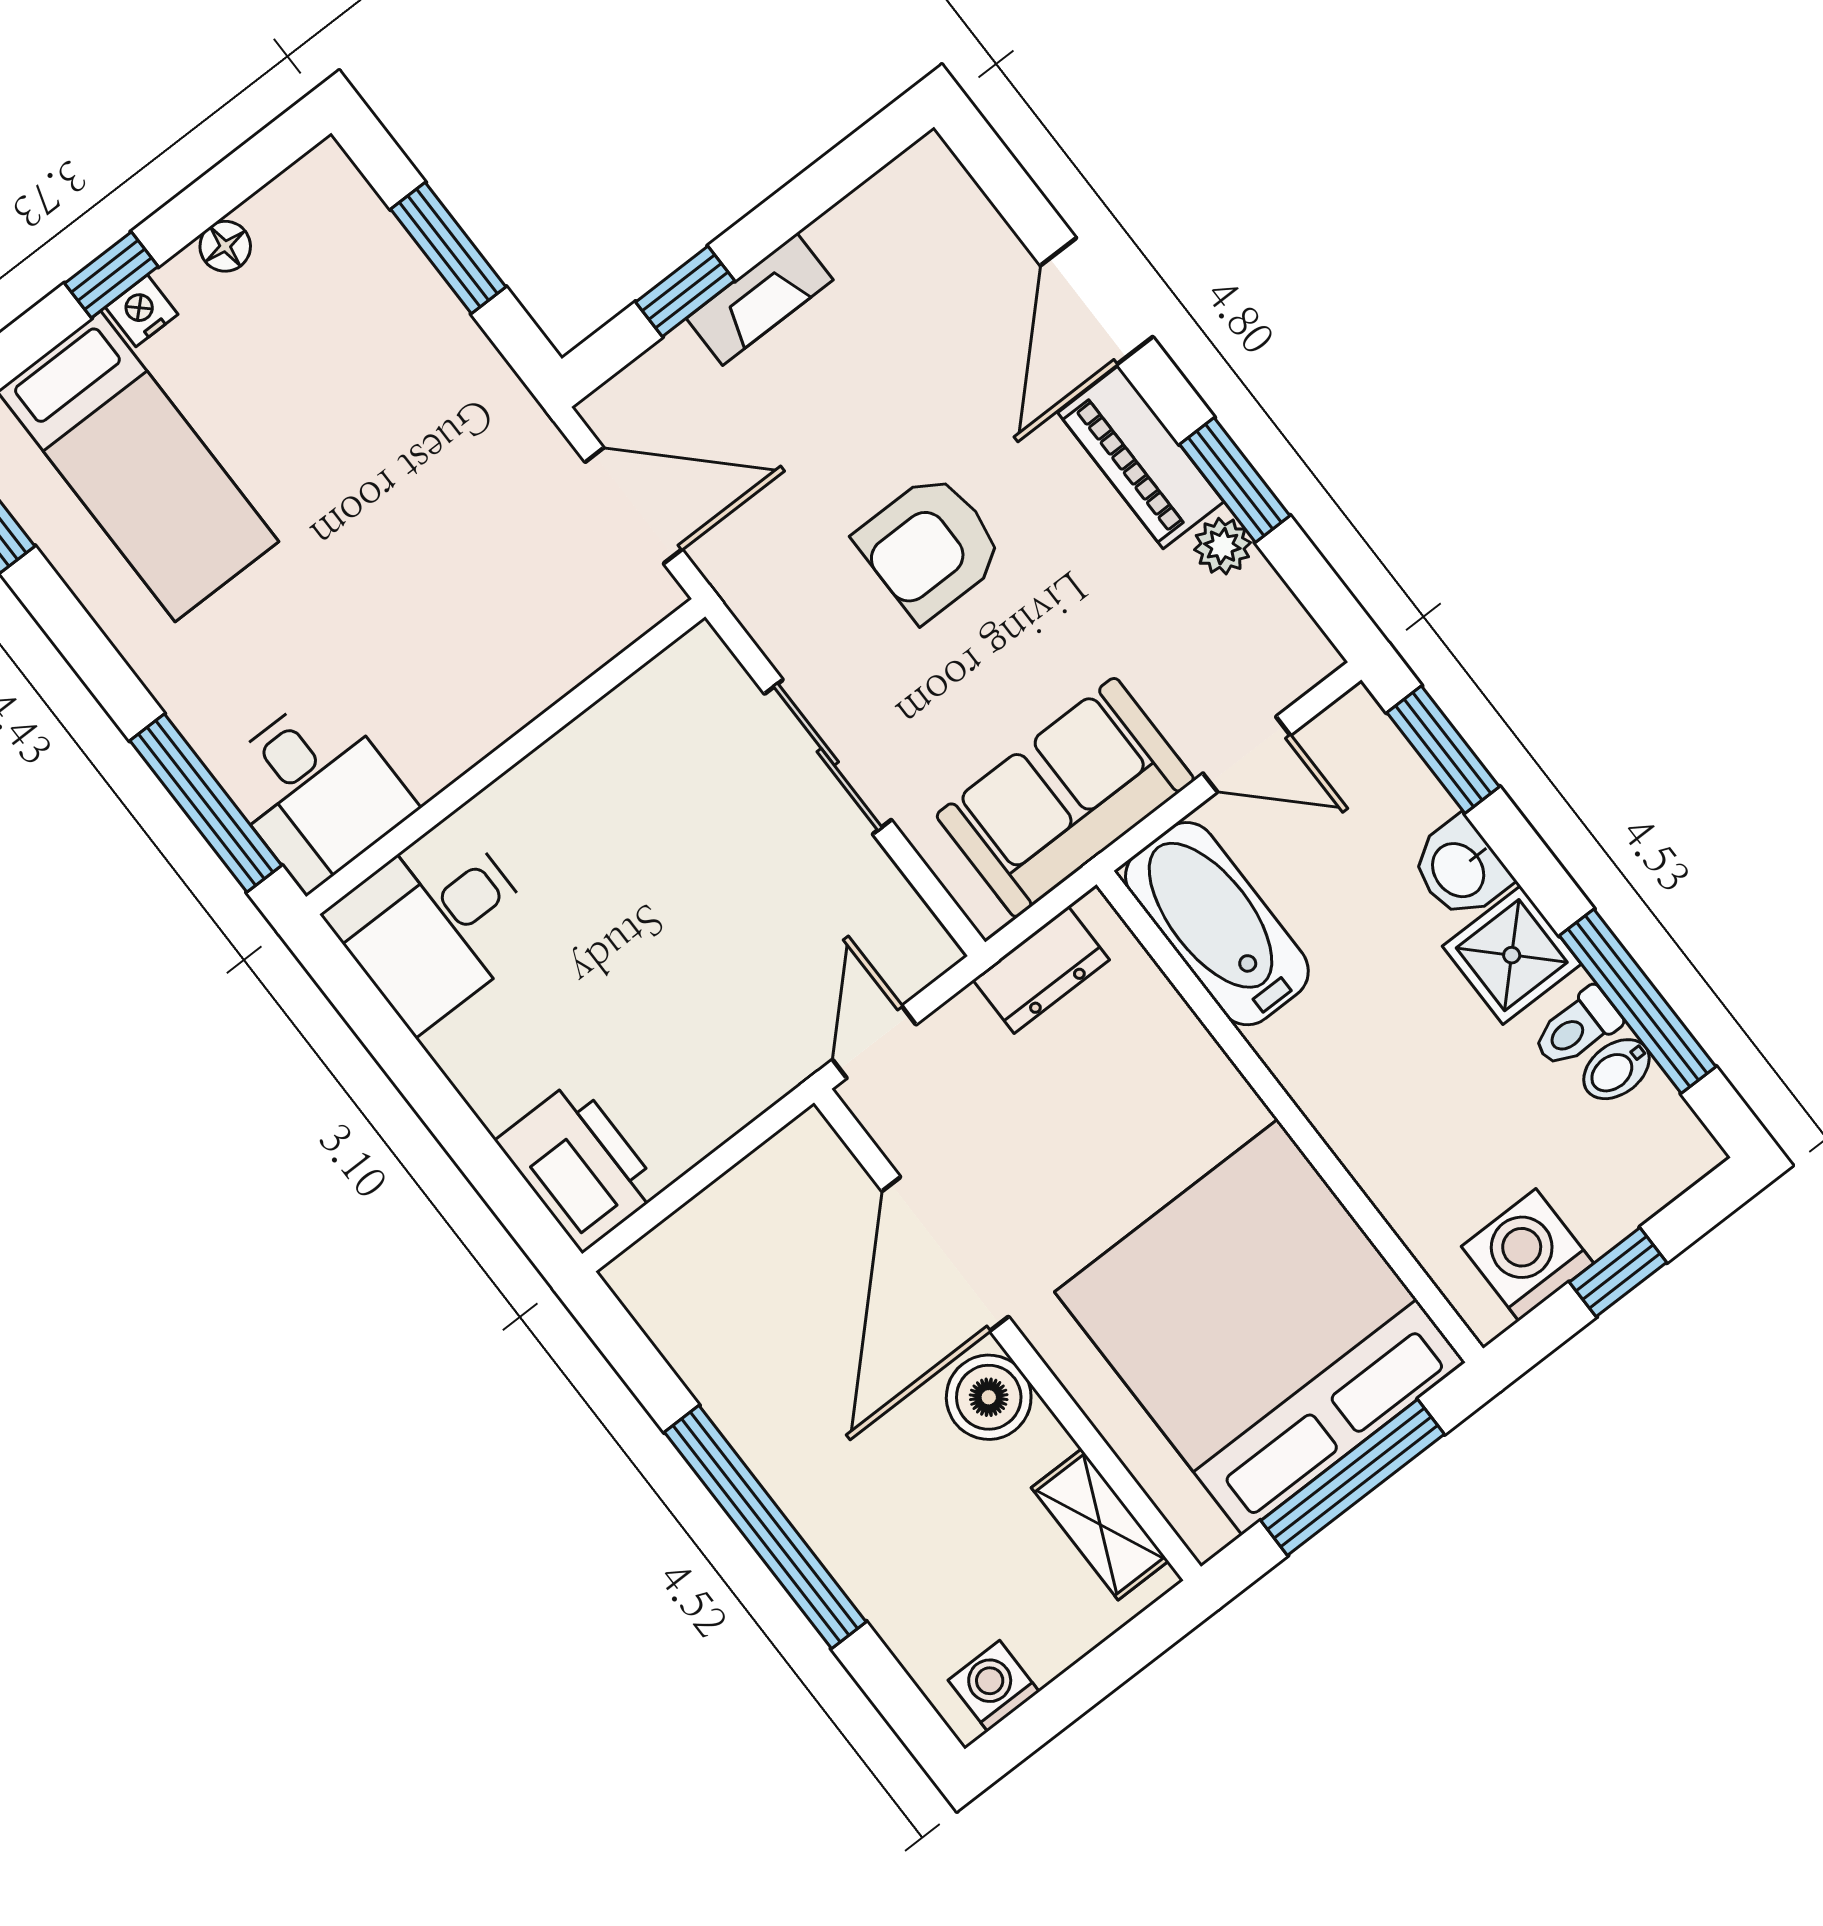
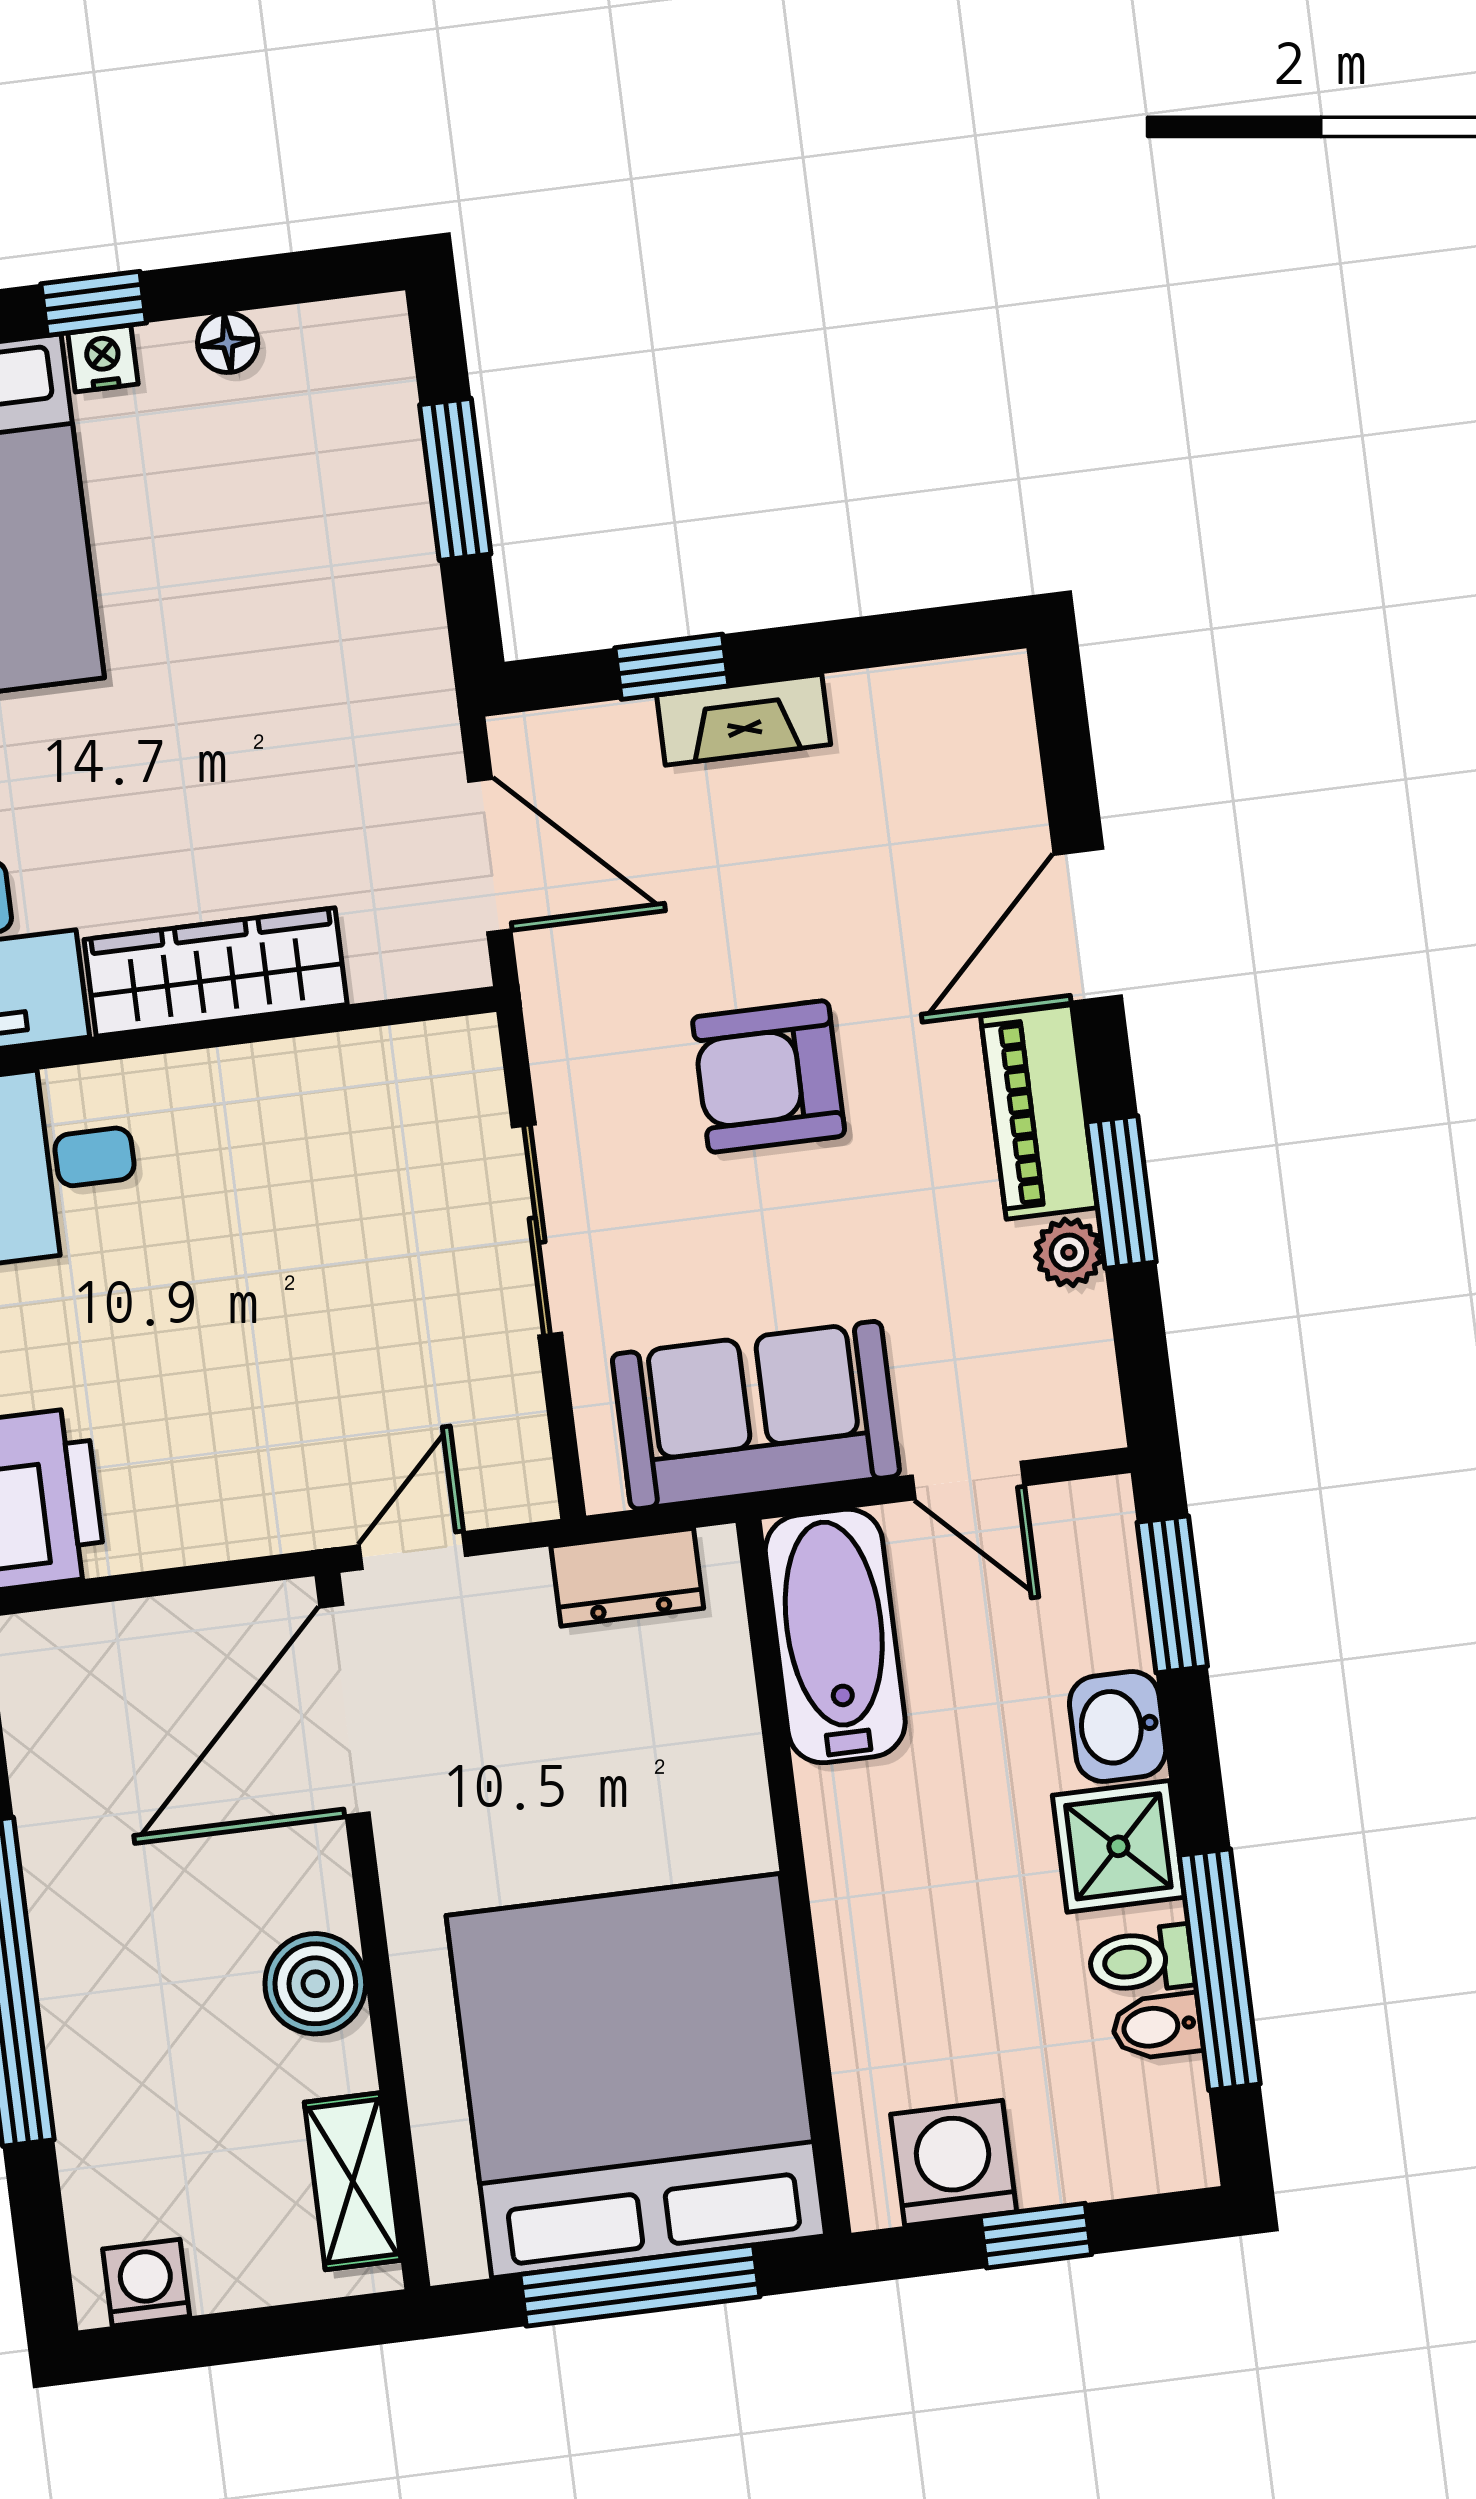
wardrobe: (485, 707) -> (216, 972), added
door: (945, 1254) -> (345, 1710), moved

